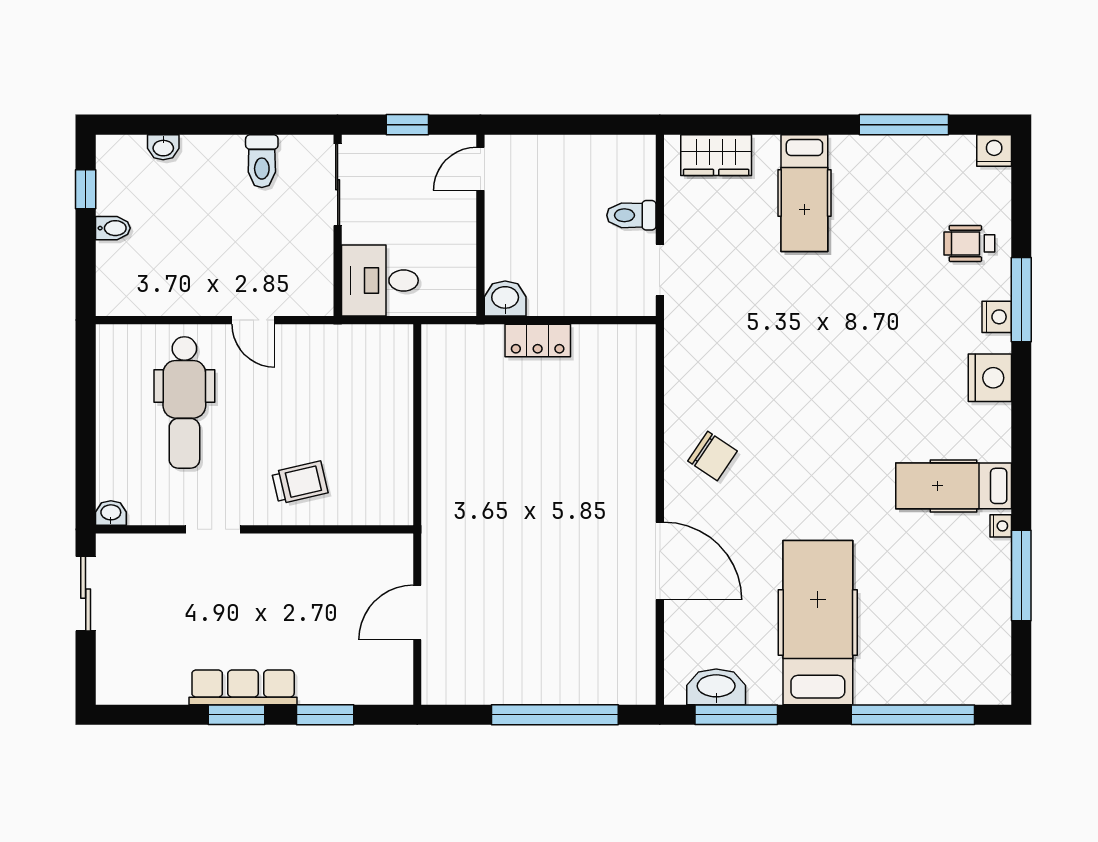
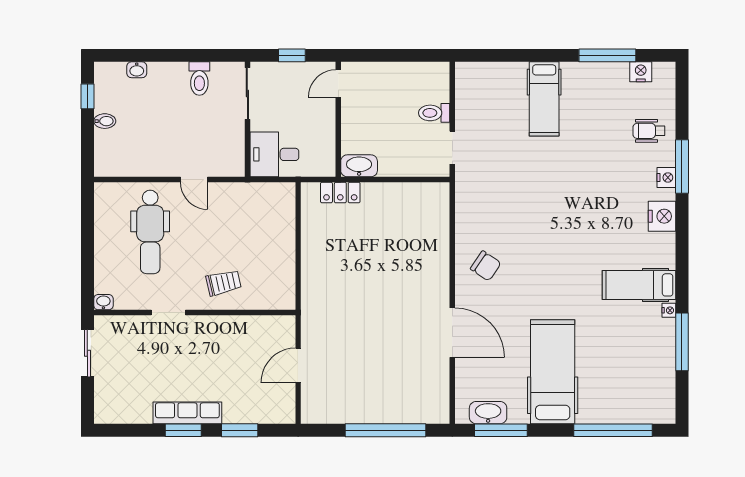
nightstand: (994, 150) -> (641, 72), moved
wardrobe: (716, 155) -> (488, 75), removed
washbasin: (505, 298) -> (359, 166), width x1.38
locker: (538, 341) -> (340, 193), moved

